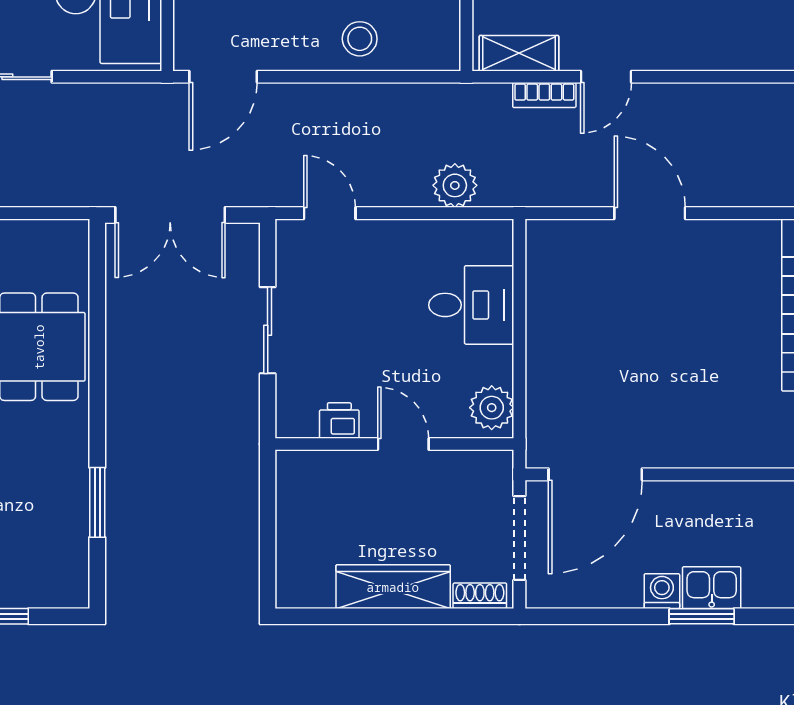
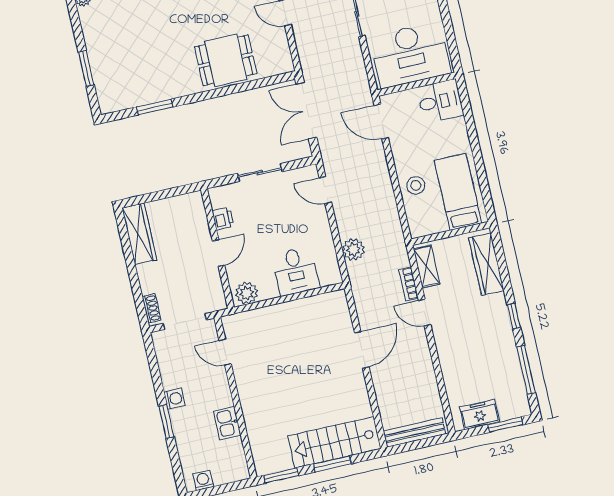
door: (330, 213) -> (325, 190), swing flipped
door: (595, 474) -> (225, 352), width x0.53
wardrobe: (393, 587) -> (139, 234), moved
kitchen sink: (712, 588) -> (227, 423), moved, turned 180

